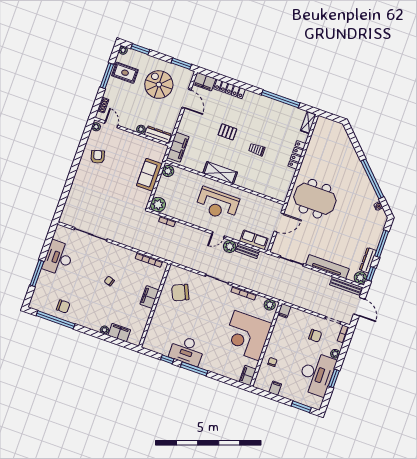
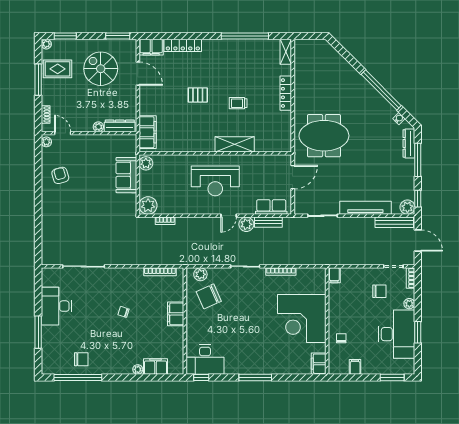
shelving: (220, 173) -> (235, 144), moved
dresser: (368, 260) -> (409, 143), moved
plant: (270, 305) -> (200, 274), moved
desk: (187, 350) -> (205, 359), moved
window: (167, 359) -> (201, 378), moved

